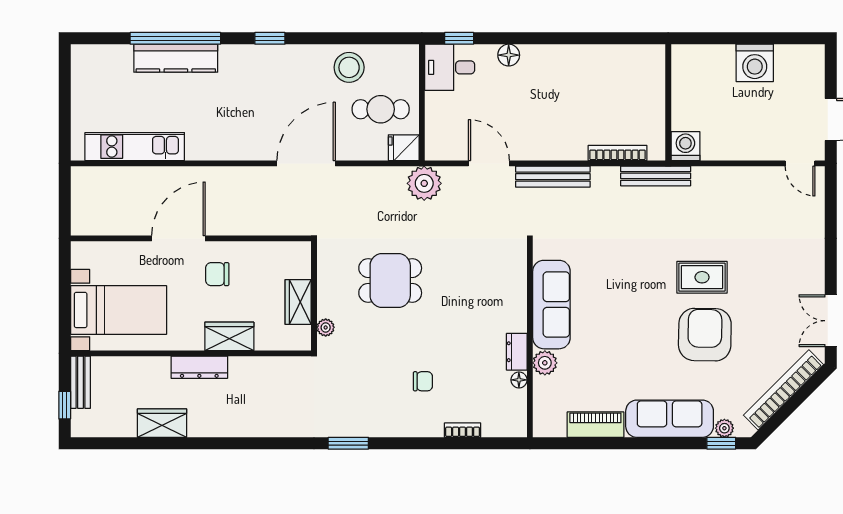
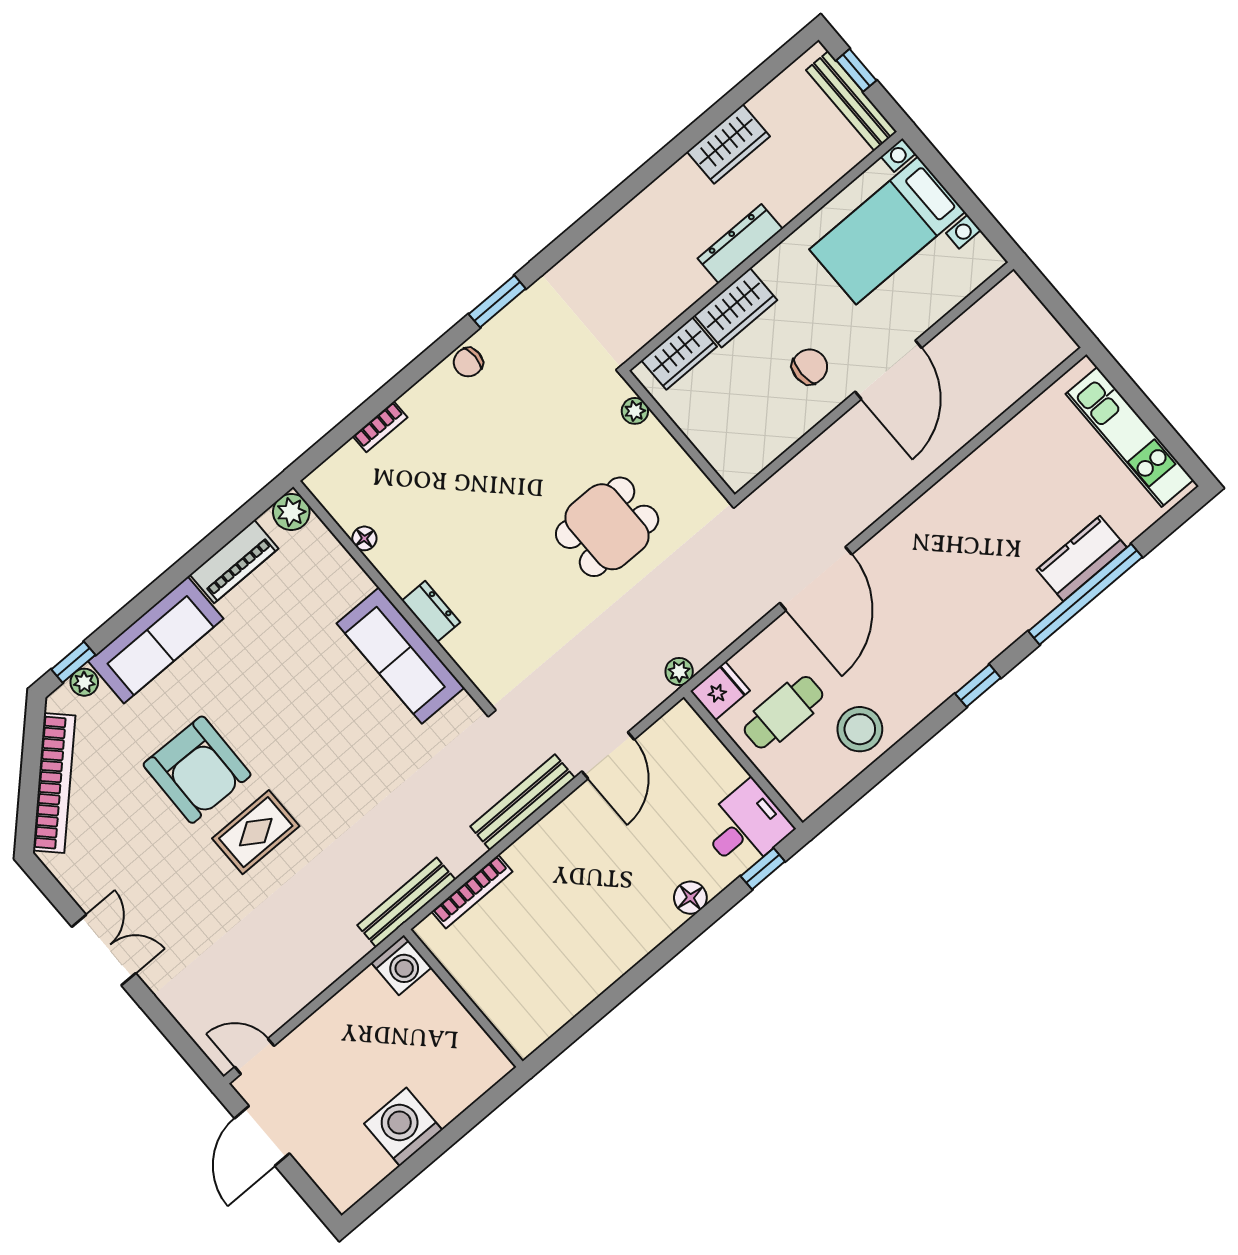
kitchen counter: (176, 58) -> (1082, 559), width x0.67
kitchen unit: (135, 147) -> (1129, 437), moved, turned 90
door: (489, 163) -> (608, 755), hinge flipped
plant: (424, 183) -> (679, 672), width x0.53, depth x0.53
wardrobe: (298, 302) -> (679, 353), moved, turned 90
double door: (831, 321) -> (104, 950), moved
dresser: (517, 352) -> (431, 611), moved
plant: (545, 363) -> (291, 512), moved
chair: (423, 381) -> (468, 362), moved
bench: (80, 382) -> (851, 101), width x1.36

